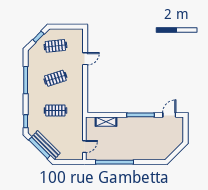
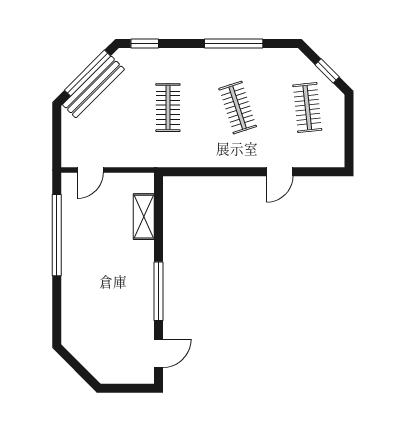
door: (85, 59) -> (280, 172), hinge flipped
door: (169, 115) -> (159, 353), hinge flipped
door: (84, 147) -> (90, 170), hinge flipped

